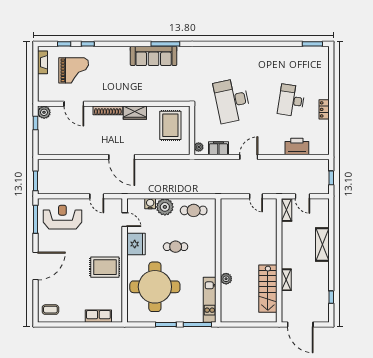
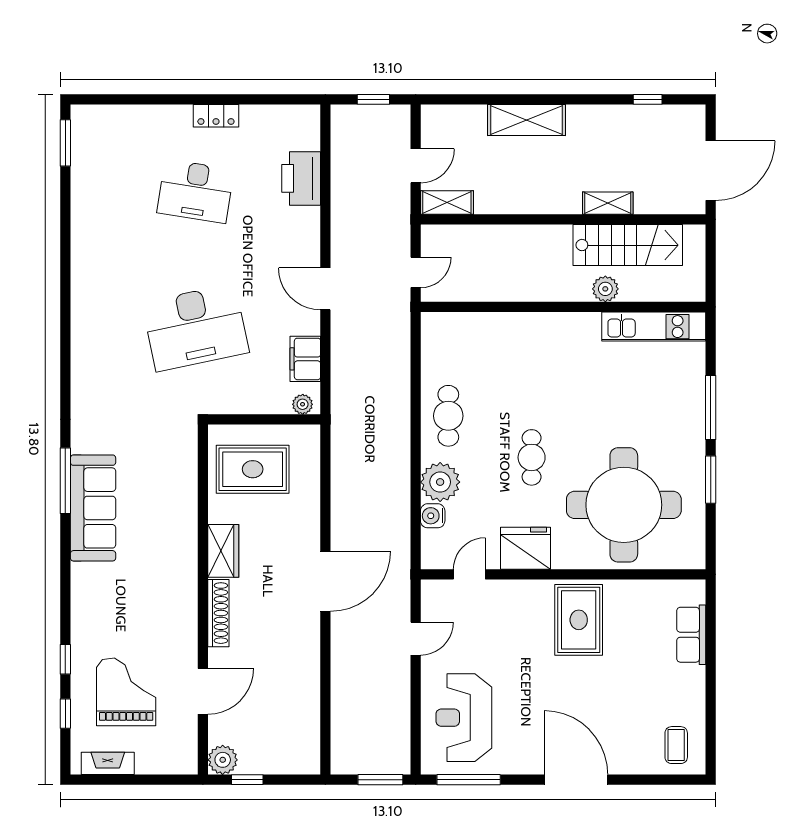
wall: (218, 260) -> (563, 307), moved
plant: (226, 279) -> (605, 289), moved
kitchen unit: (210, 300) -> (654, 327), moved

